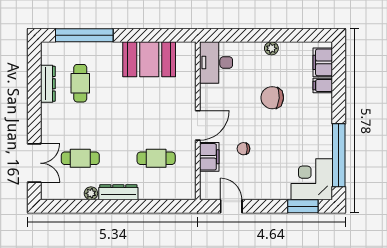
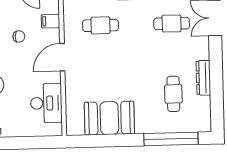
desk: (216, 63) -> (46, 103), moved
dresser: (48, 84) -> (203, 78), moved
filing cabinet: (209, 157) -> (51, 21), width x0.50

